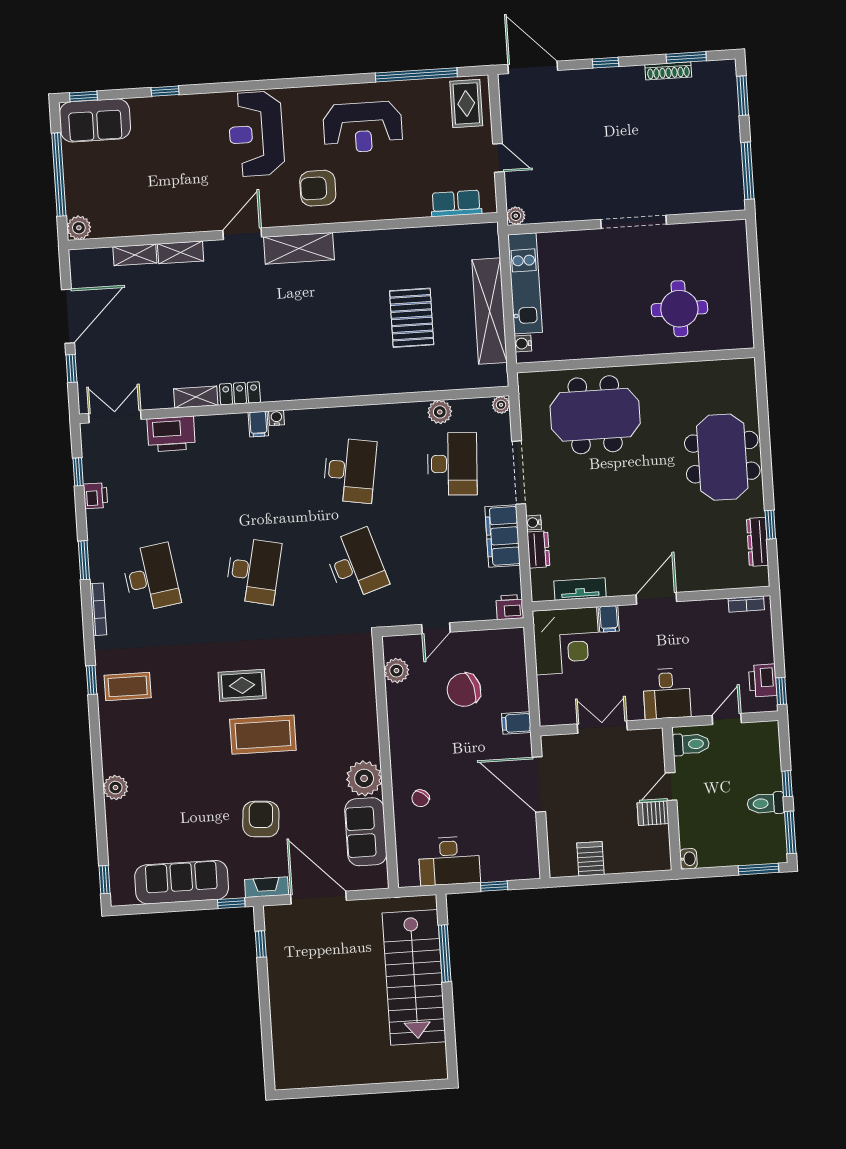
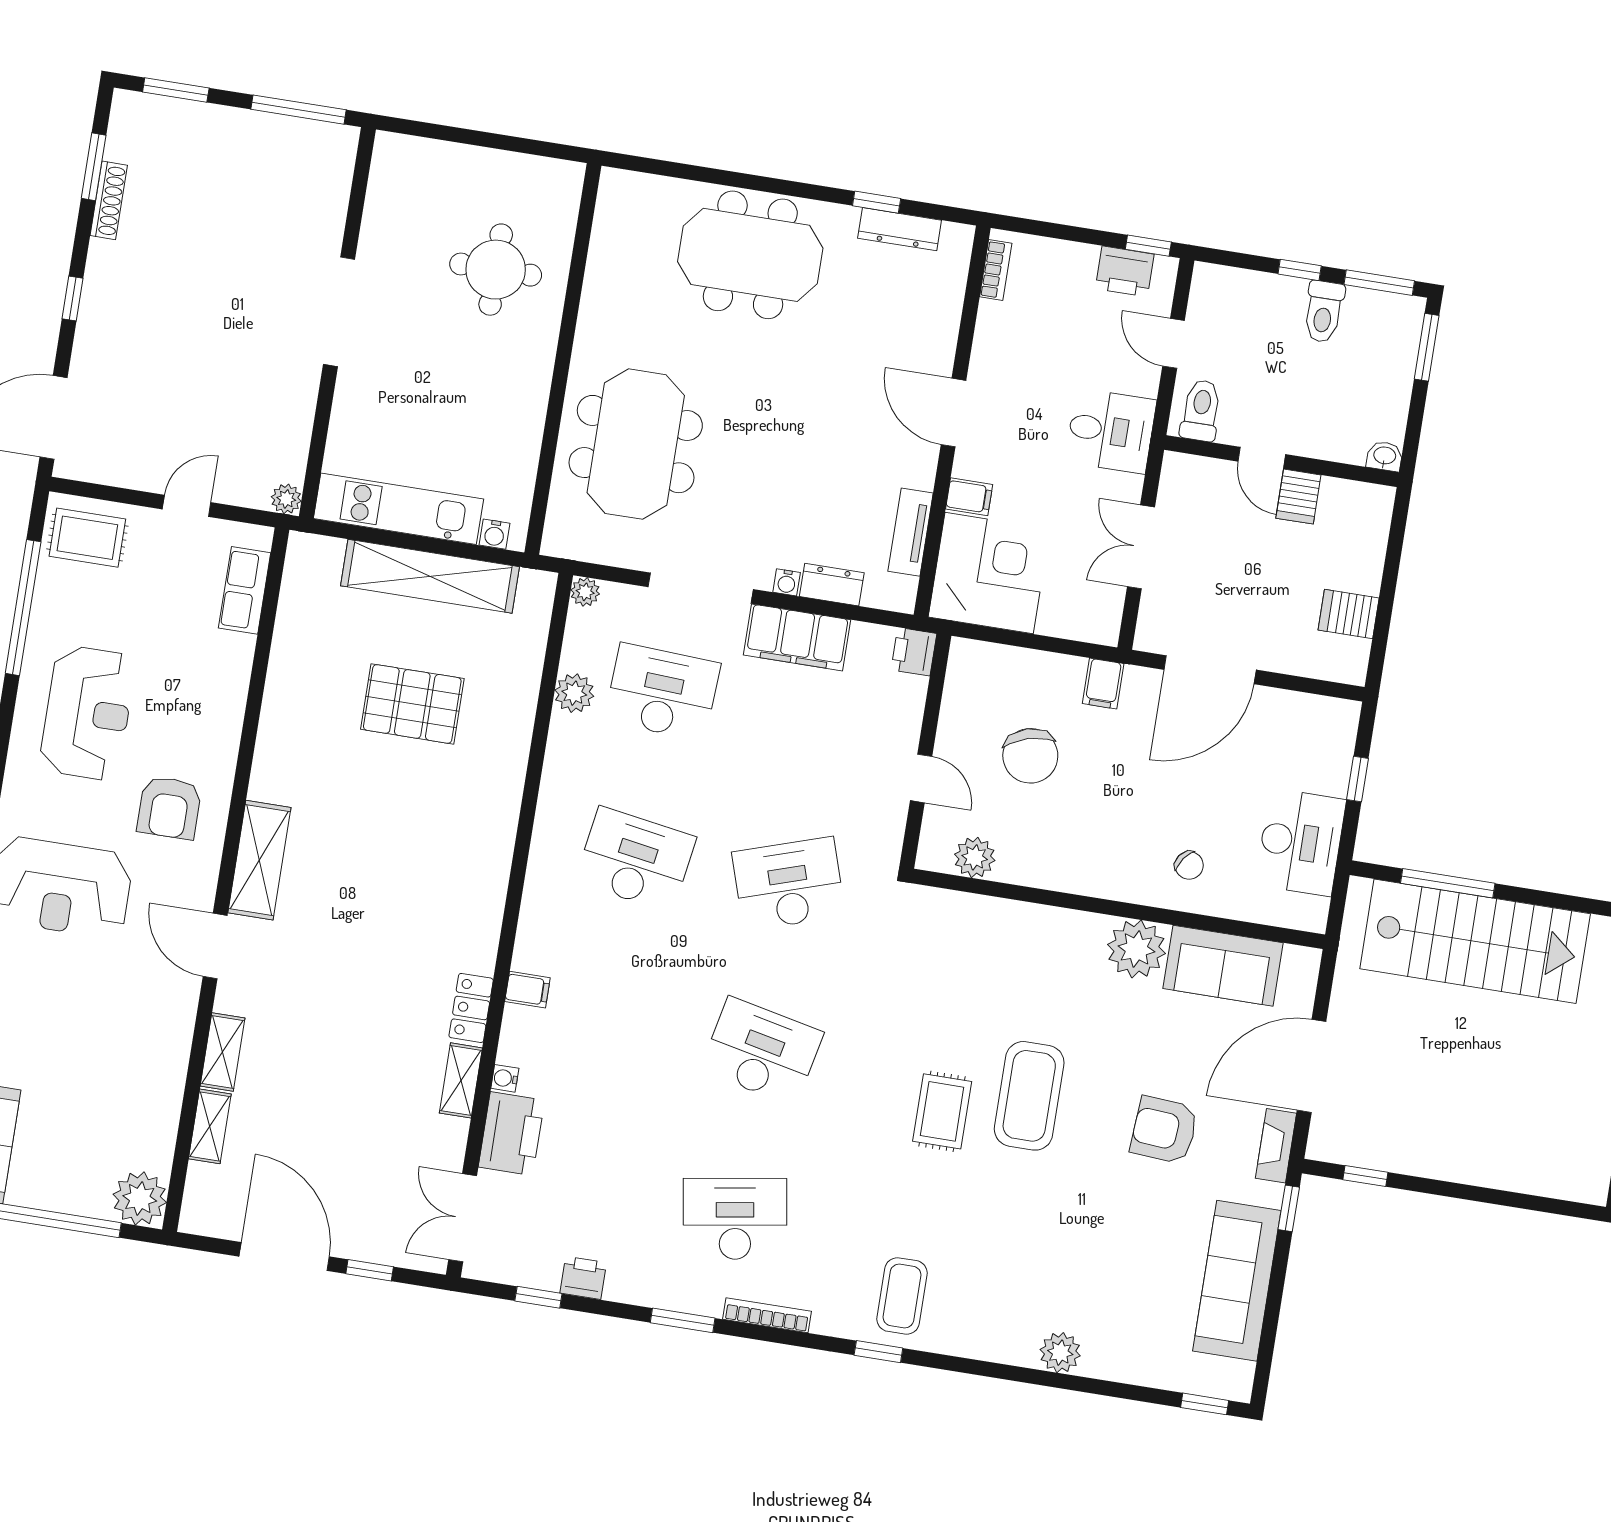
plant: (79, 228) -> (140, 1198), width x1.36, depth x1.36
water cooler: (276, 418) -> (505, 1078), moved

